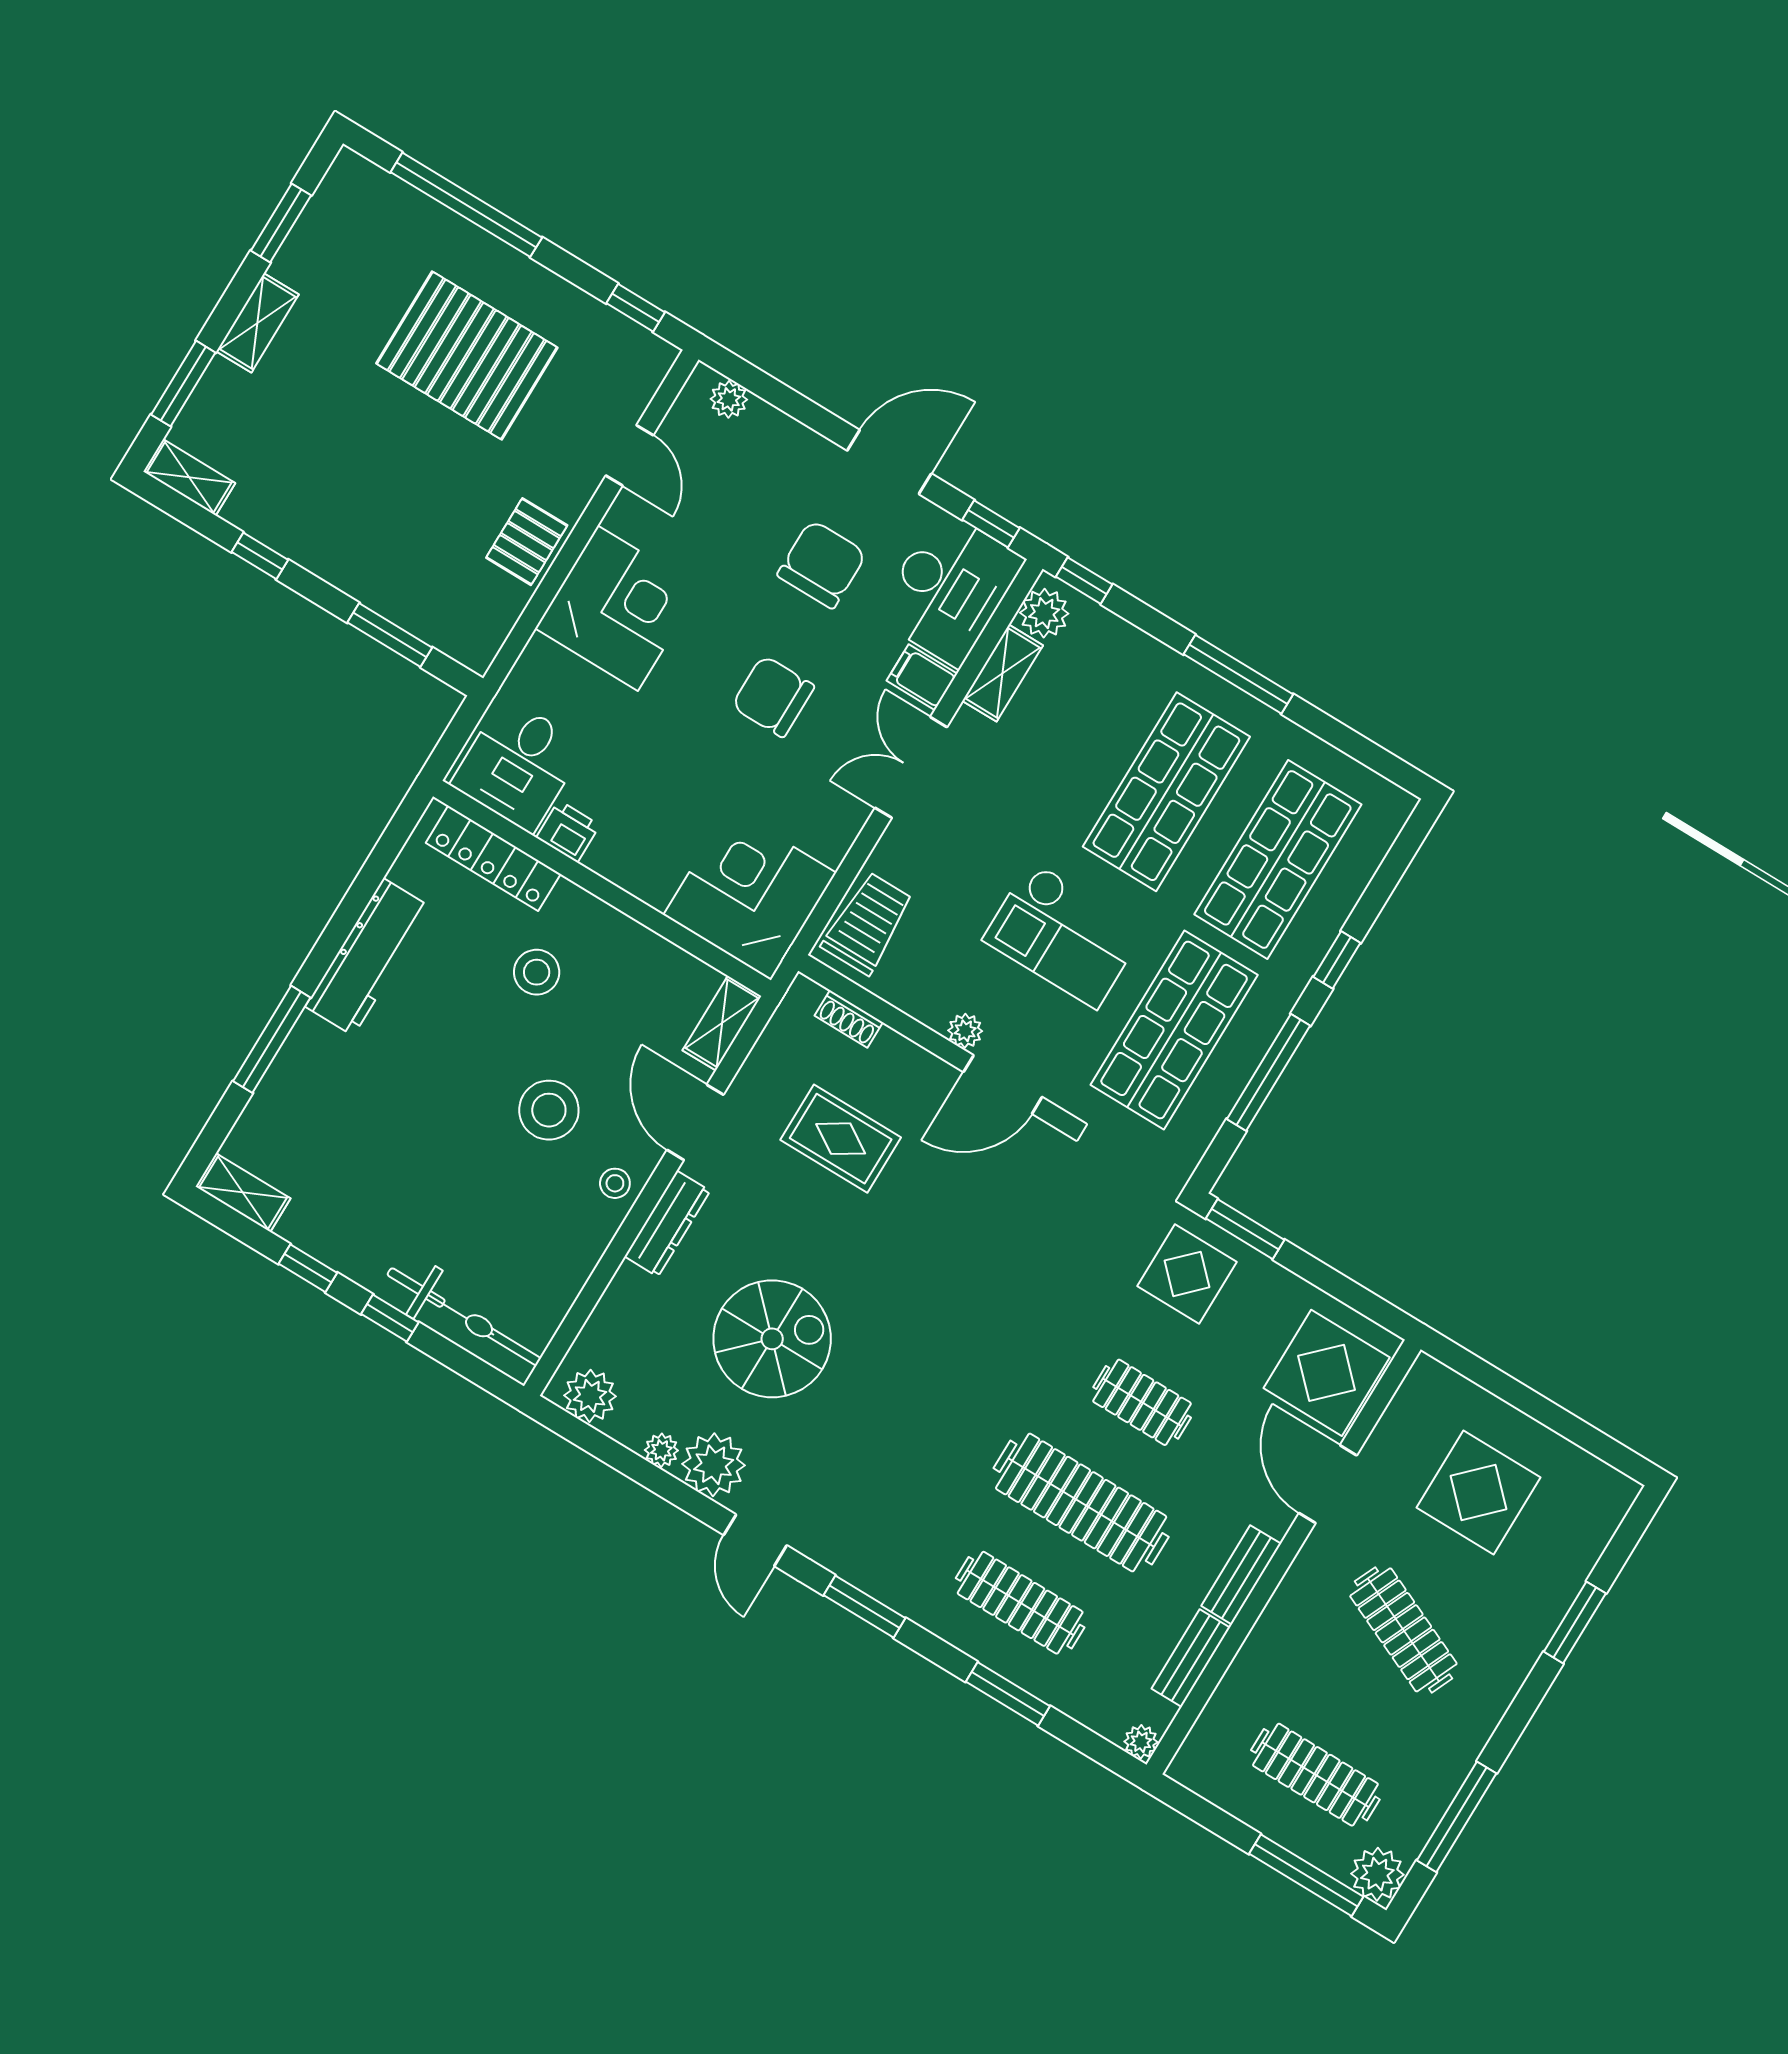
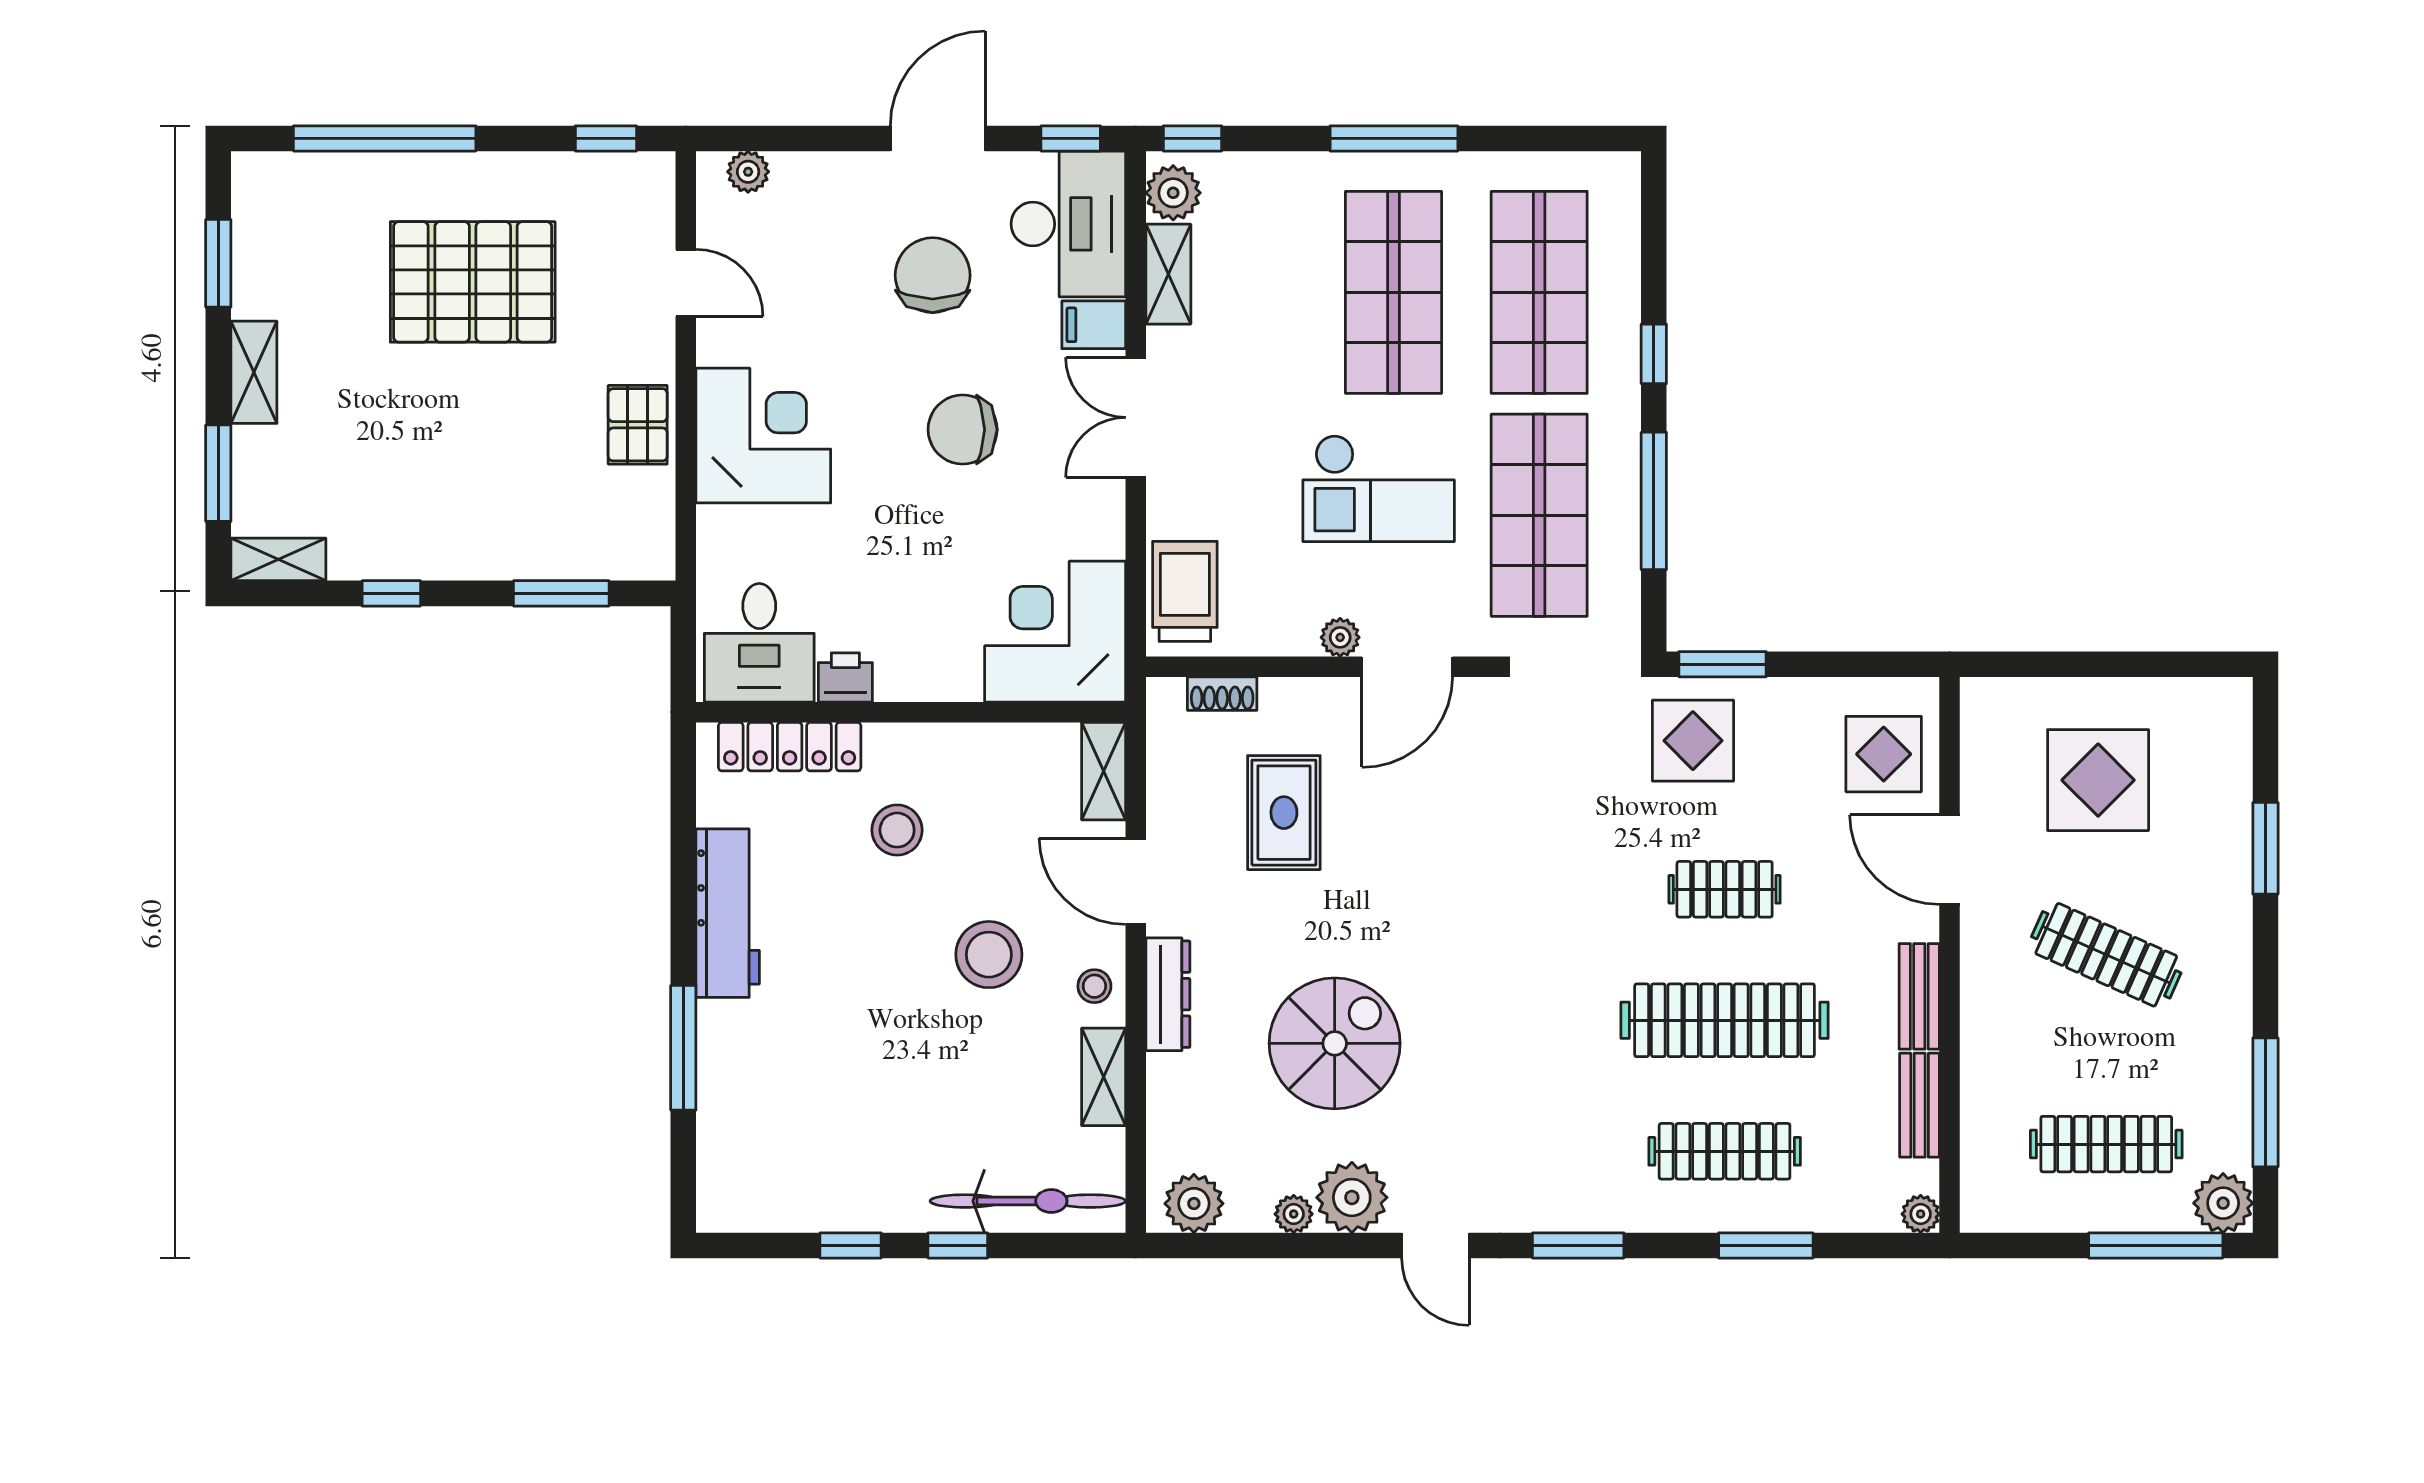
rug: (841, 1139) -> (1284, 813), turned 90
shelving: (243, 1193) -> (1104, 1077), moved, turned 90
display table: (1327, 1373) -> (1884, 754), width x0.73, depth x0.73

